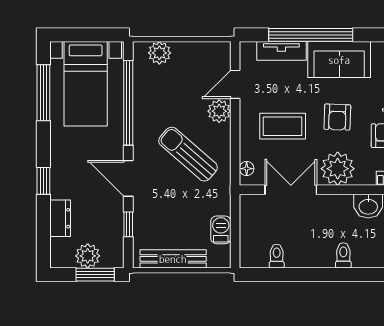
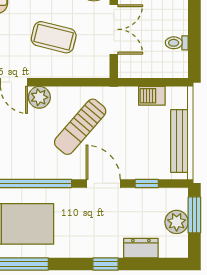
coffee table: (283, 126) -> (54, 37), turned -76
floor lamp: (247, 169) -> (94, 71), removed
door: (128, 178) -> (103, 183), swing flipped
double door: (291, 190) -> (114, 29), swing flipped

